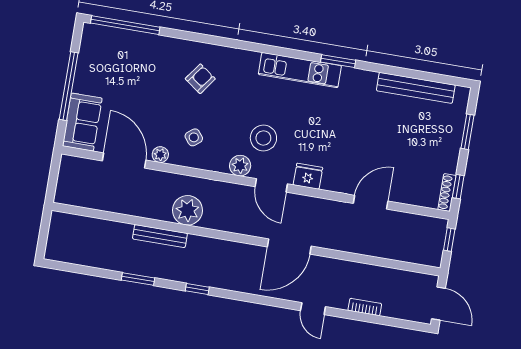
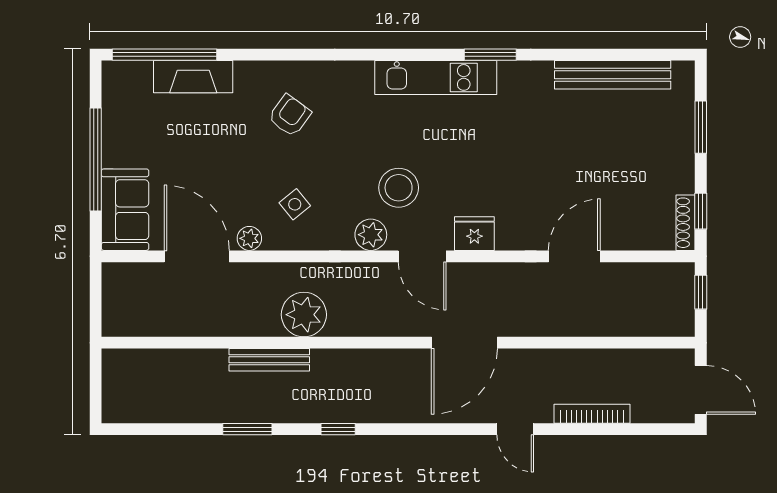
fireplace: (142, 43) -> (193, 77), added
bookcase: (365, 307) -> (592, 414), width x1.56

